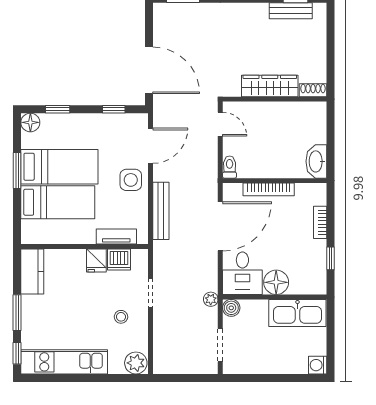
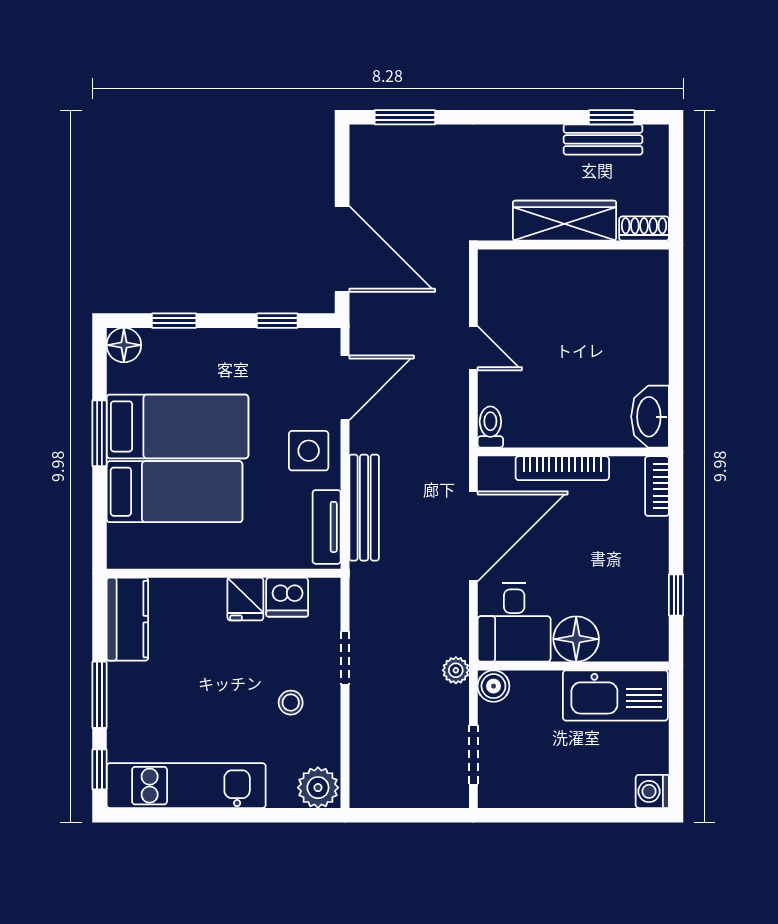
wardrobe: (270, 86) -> (565, 221), moved
shoe rack: (313, 90) -> (644, 229), moved
wall: (275, 99) -> (573, 245), moved
bookcase: (320, 222) -> (657, 486), moved
tv unit: (116, 237) -> (327, 527), moved, turned -90

